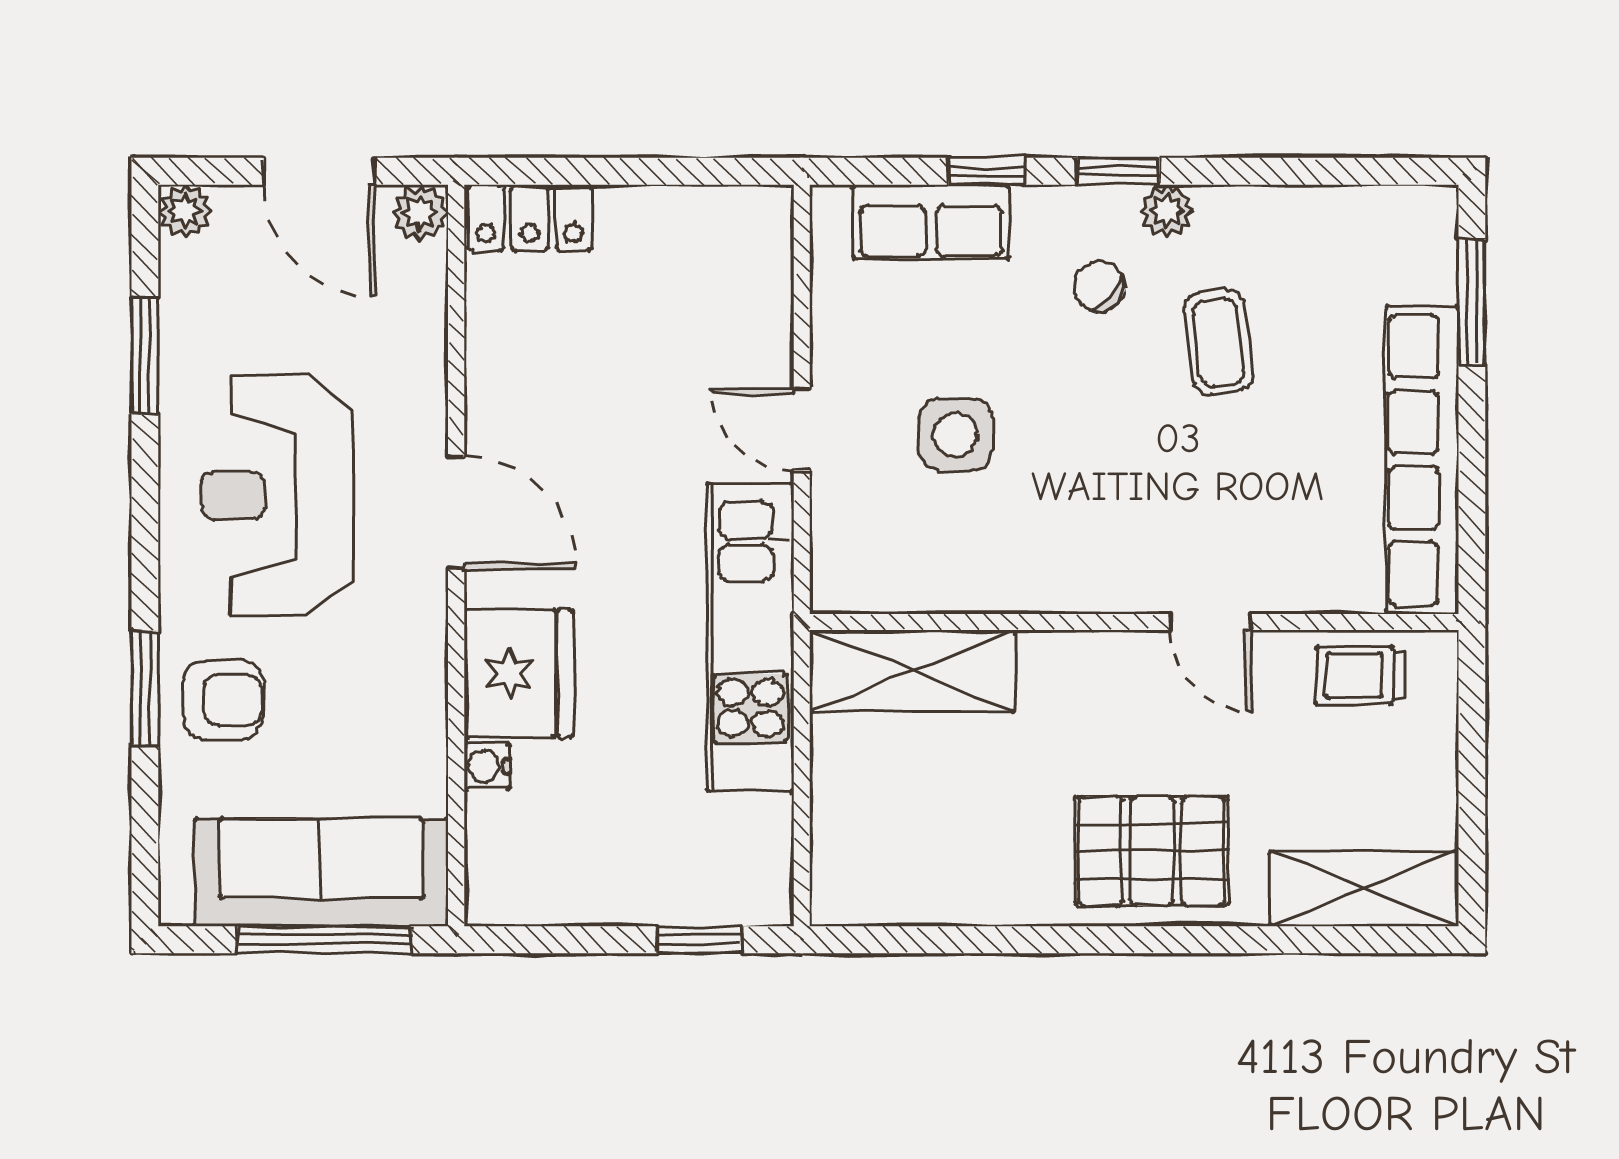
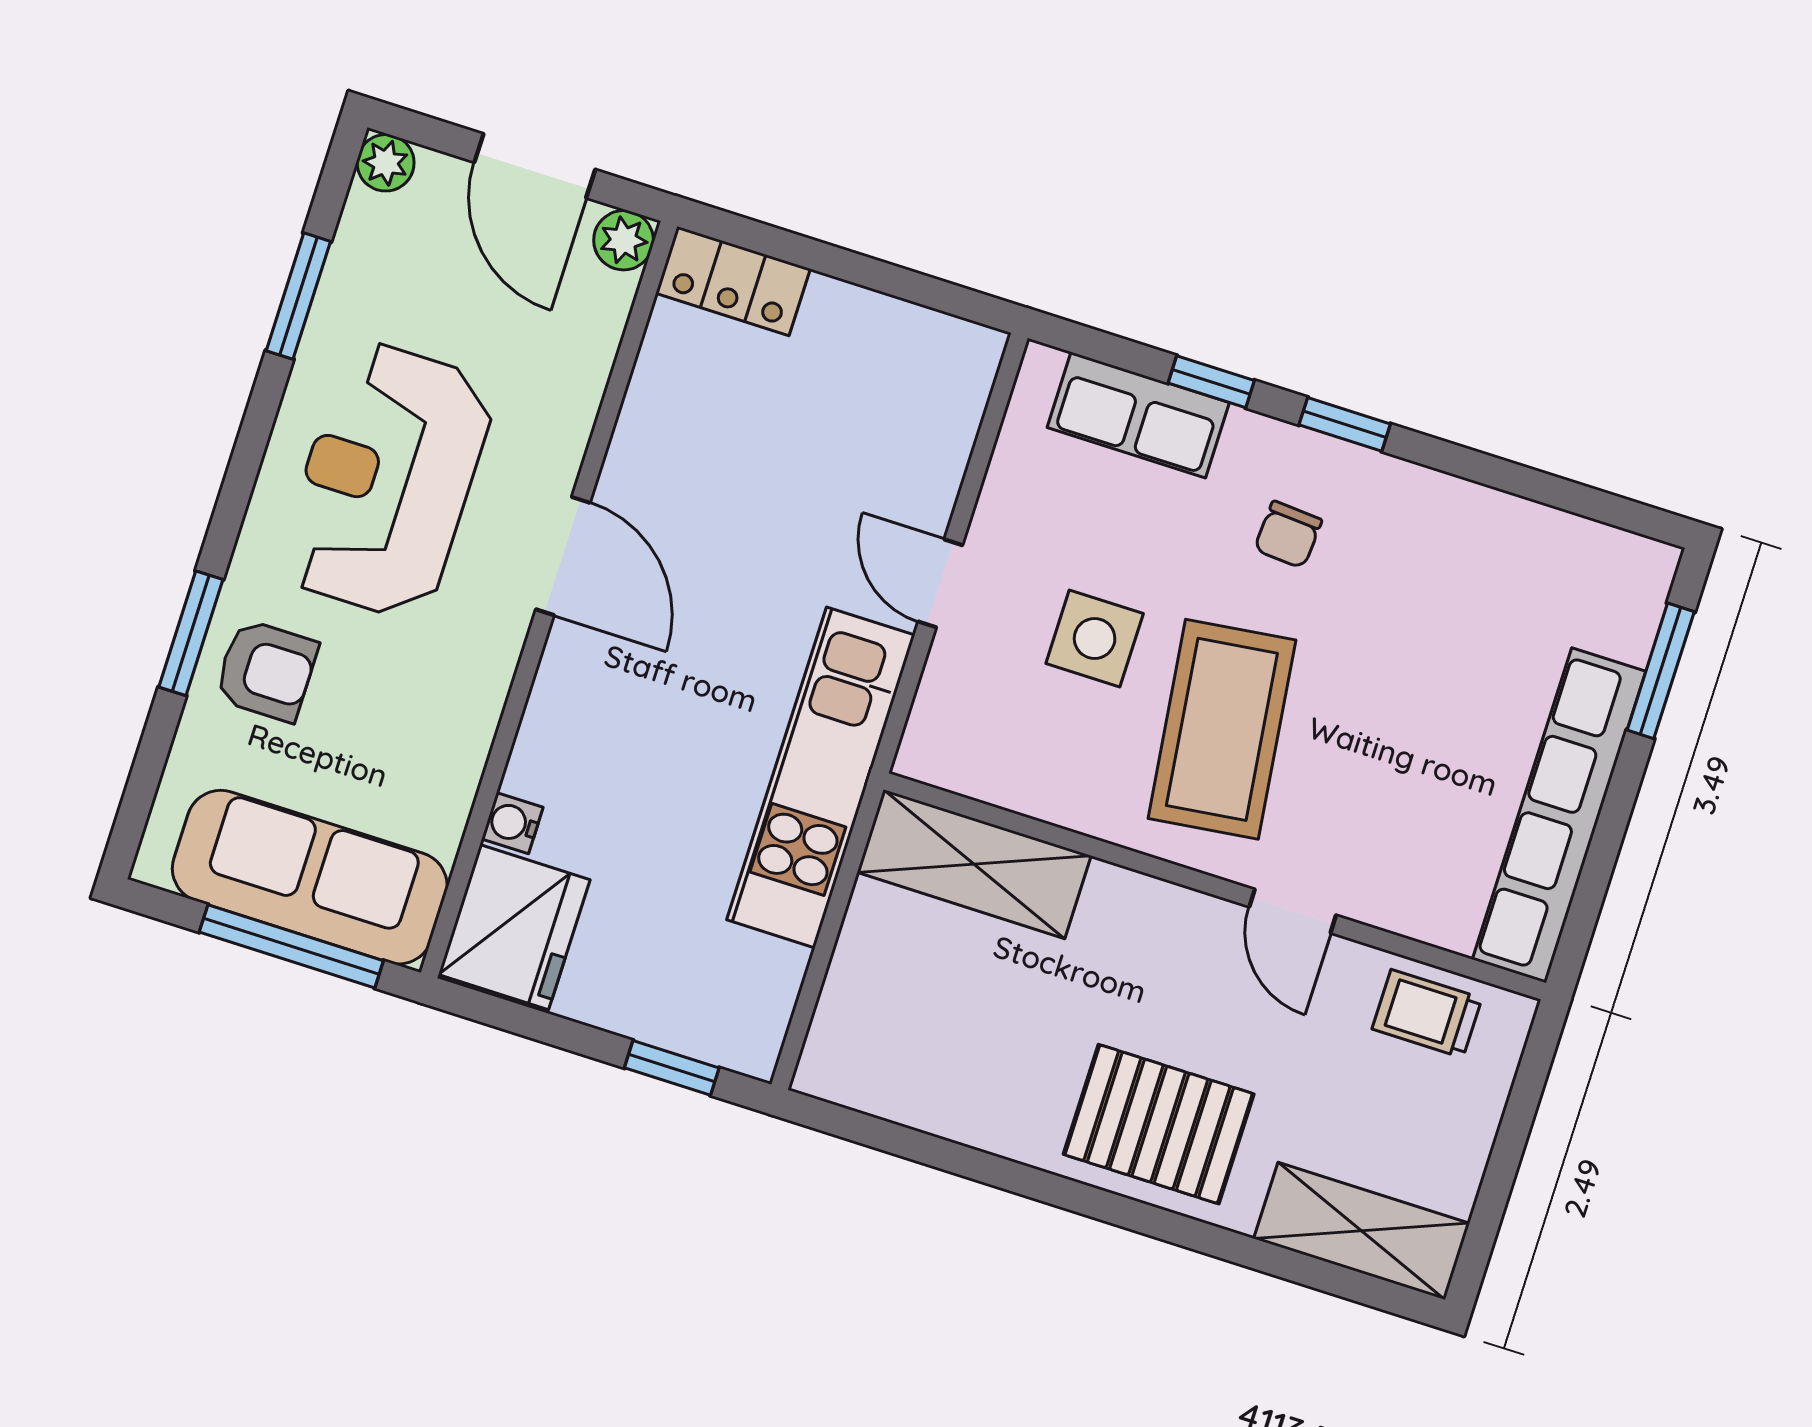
plant: (1167, 211) -> (1381, 480), removed
chair: (1099, 286) -> (1288, 535), turned -129
coffee table: (1218, 342) -> (1222, 729), moved, width x1.86, depth x1.72
fridge: (518, 674) -> (514, 927), moved

